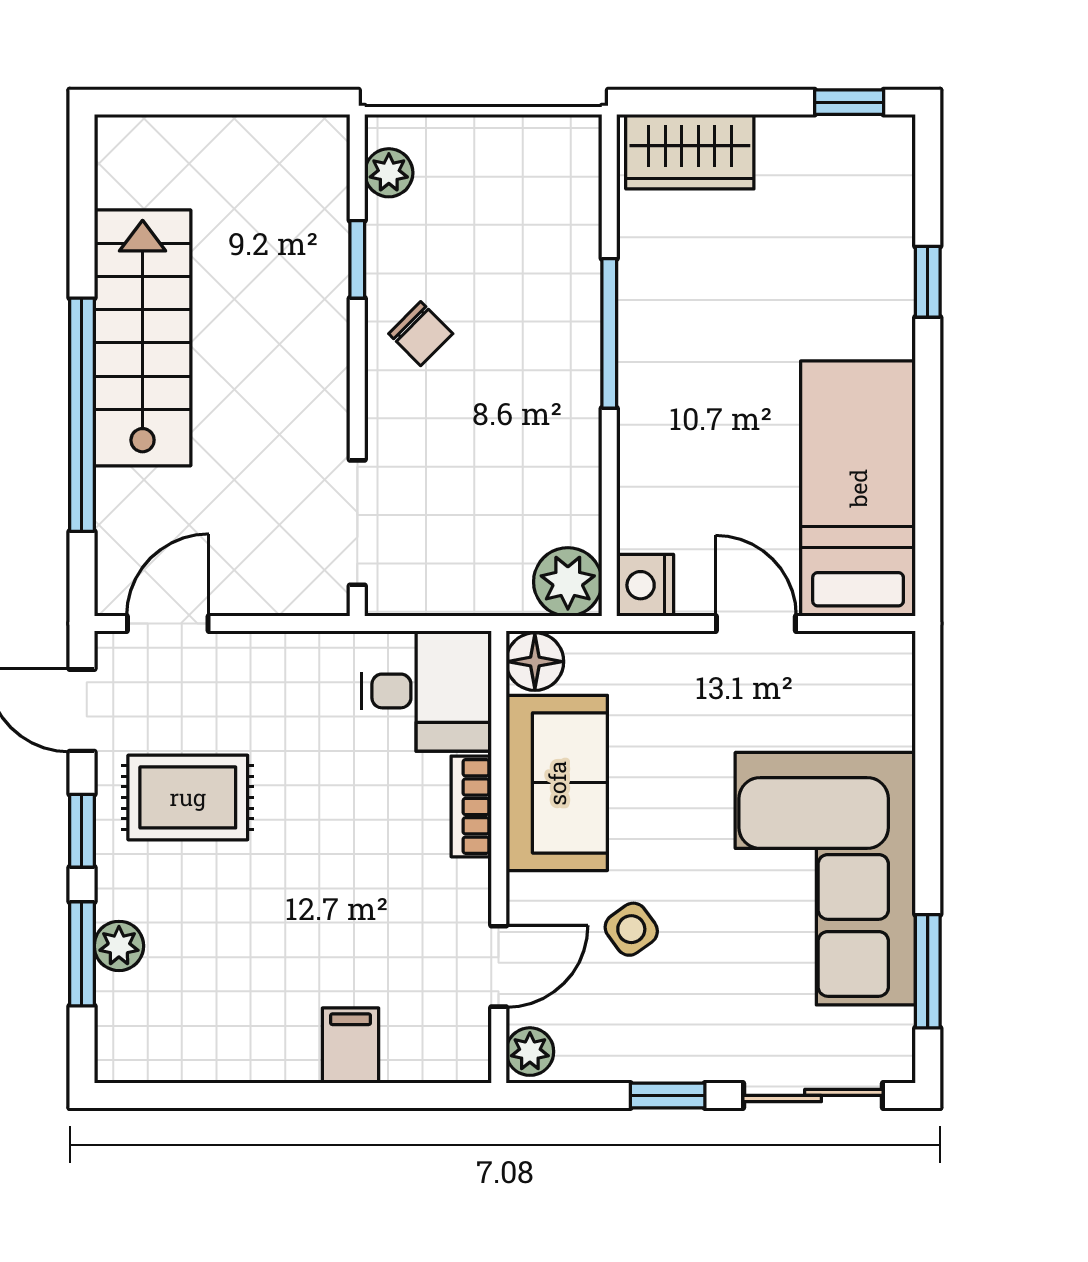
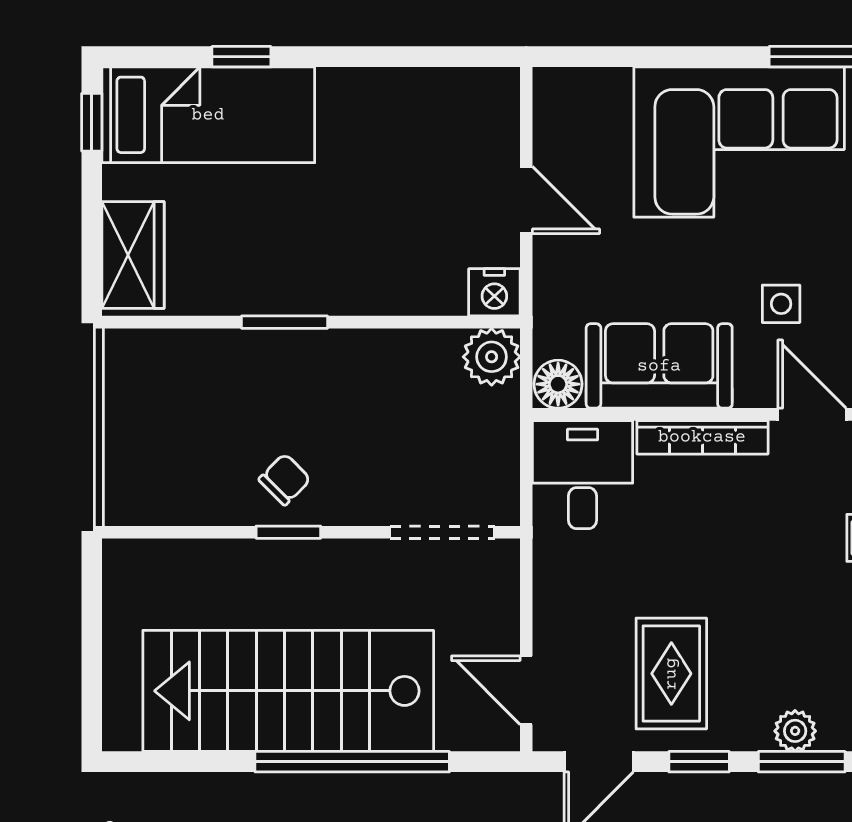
plant: (389, 173) -> (151, 506), removed
window: (357, 259) -> (288, 532), moved
window: (609, 333) -> (284, 322), width x0.69
stairs: (143, 338) -> (288, 691), width x1.36, depth x1.51
bed: (858, 488) -> (208, 115), moved, turned 180
door: (756, 623) -> (526, 200), swing flipped
bookcase: (471, 806) -> (702, 437), width x1.56
side table: (631, 929) -> (781, 304), turned 36

